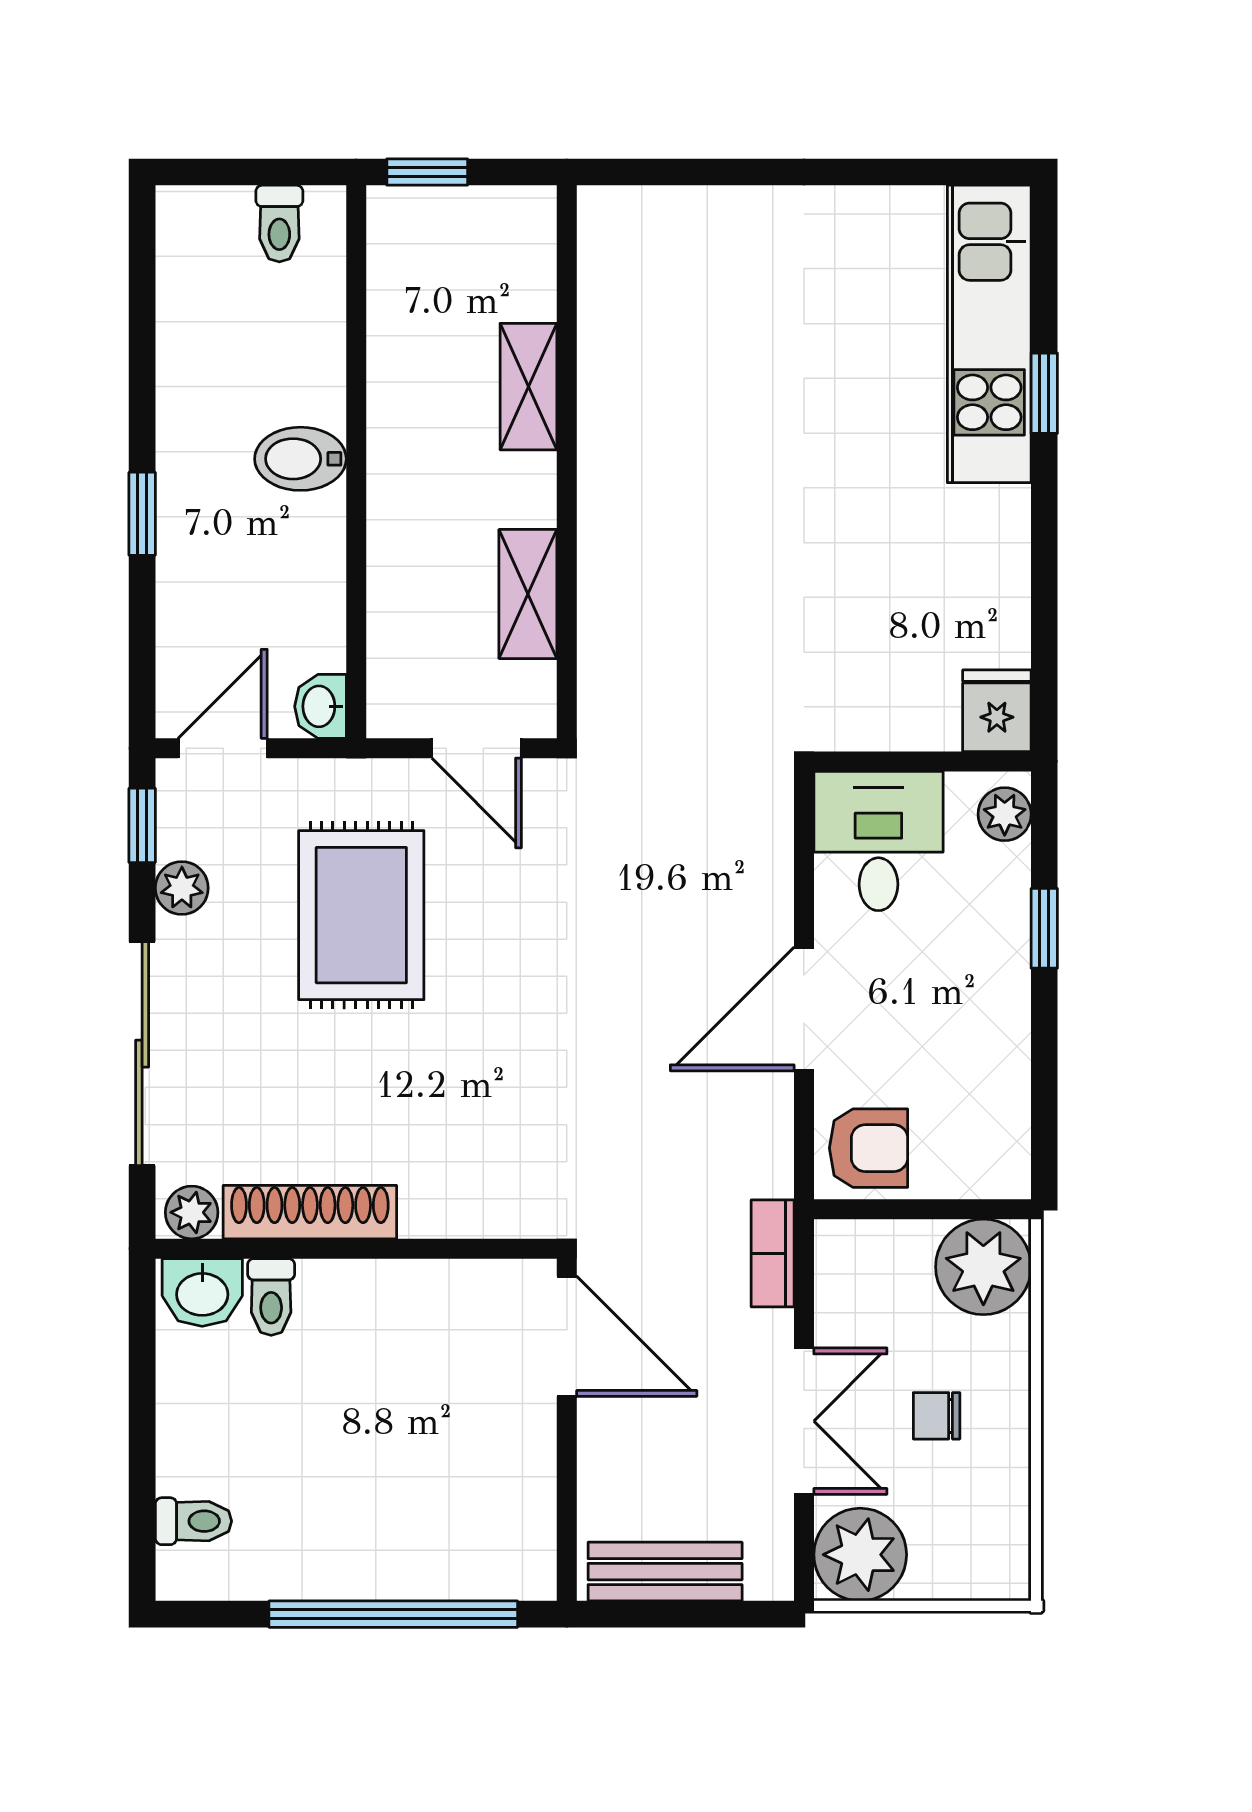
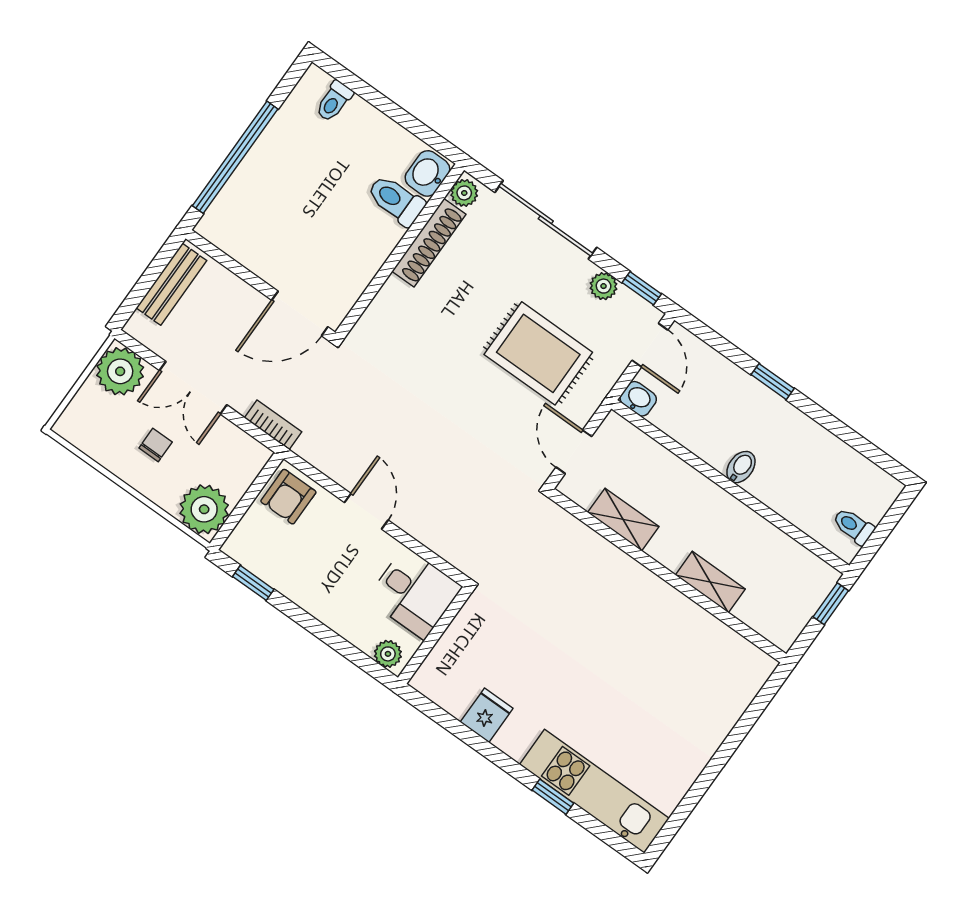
bidet: (300, 459) -> (741, 467), width x0.72, depth x0.74
fridge: (997, 711) -> (487, 715), moved, turned -90
door: (477, 748) -> (574, 452), hinge flipped
window: (1044, 928) -> (253, 583), moved
door: (804, 1009) -> (366, 511), width x0.73
toilet: (271, 1297) -> (396, 200), width x1.37, depth x1.39

